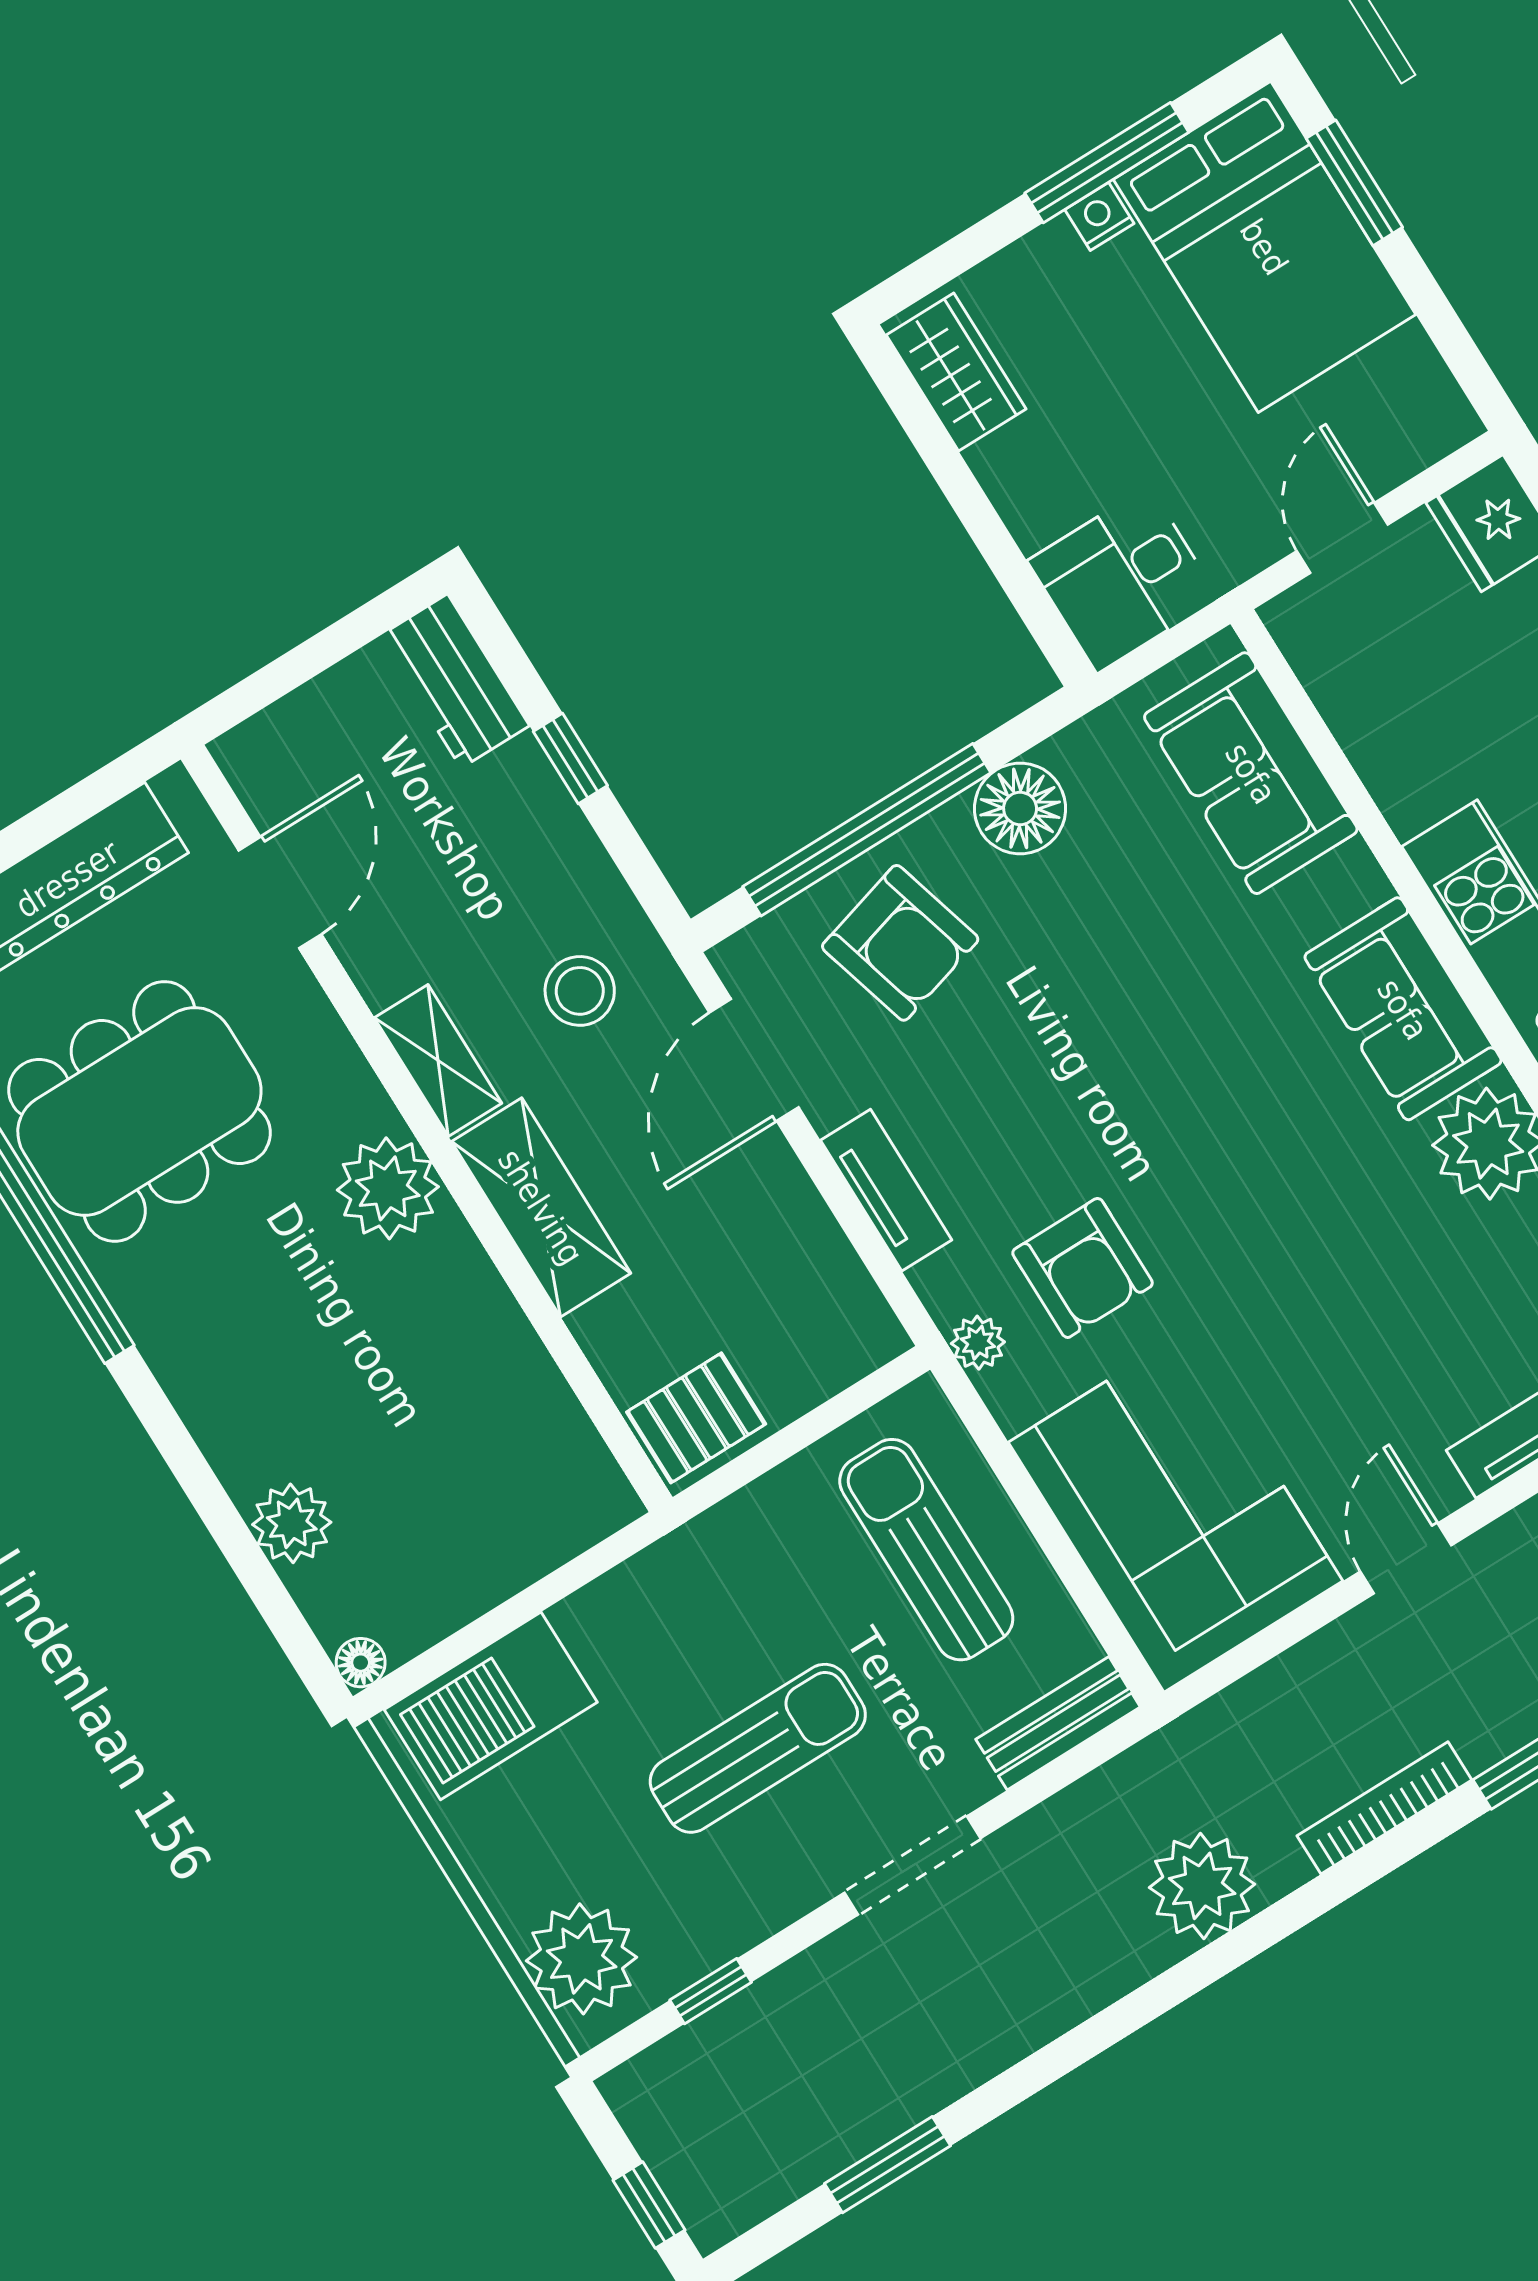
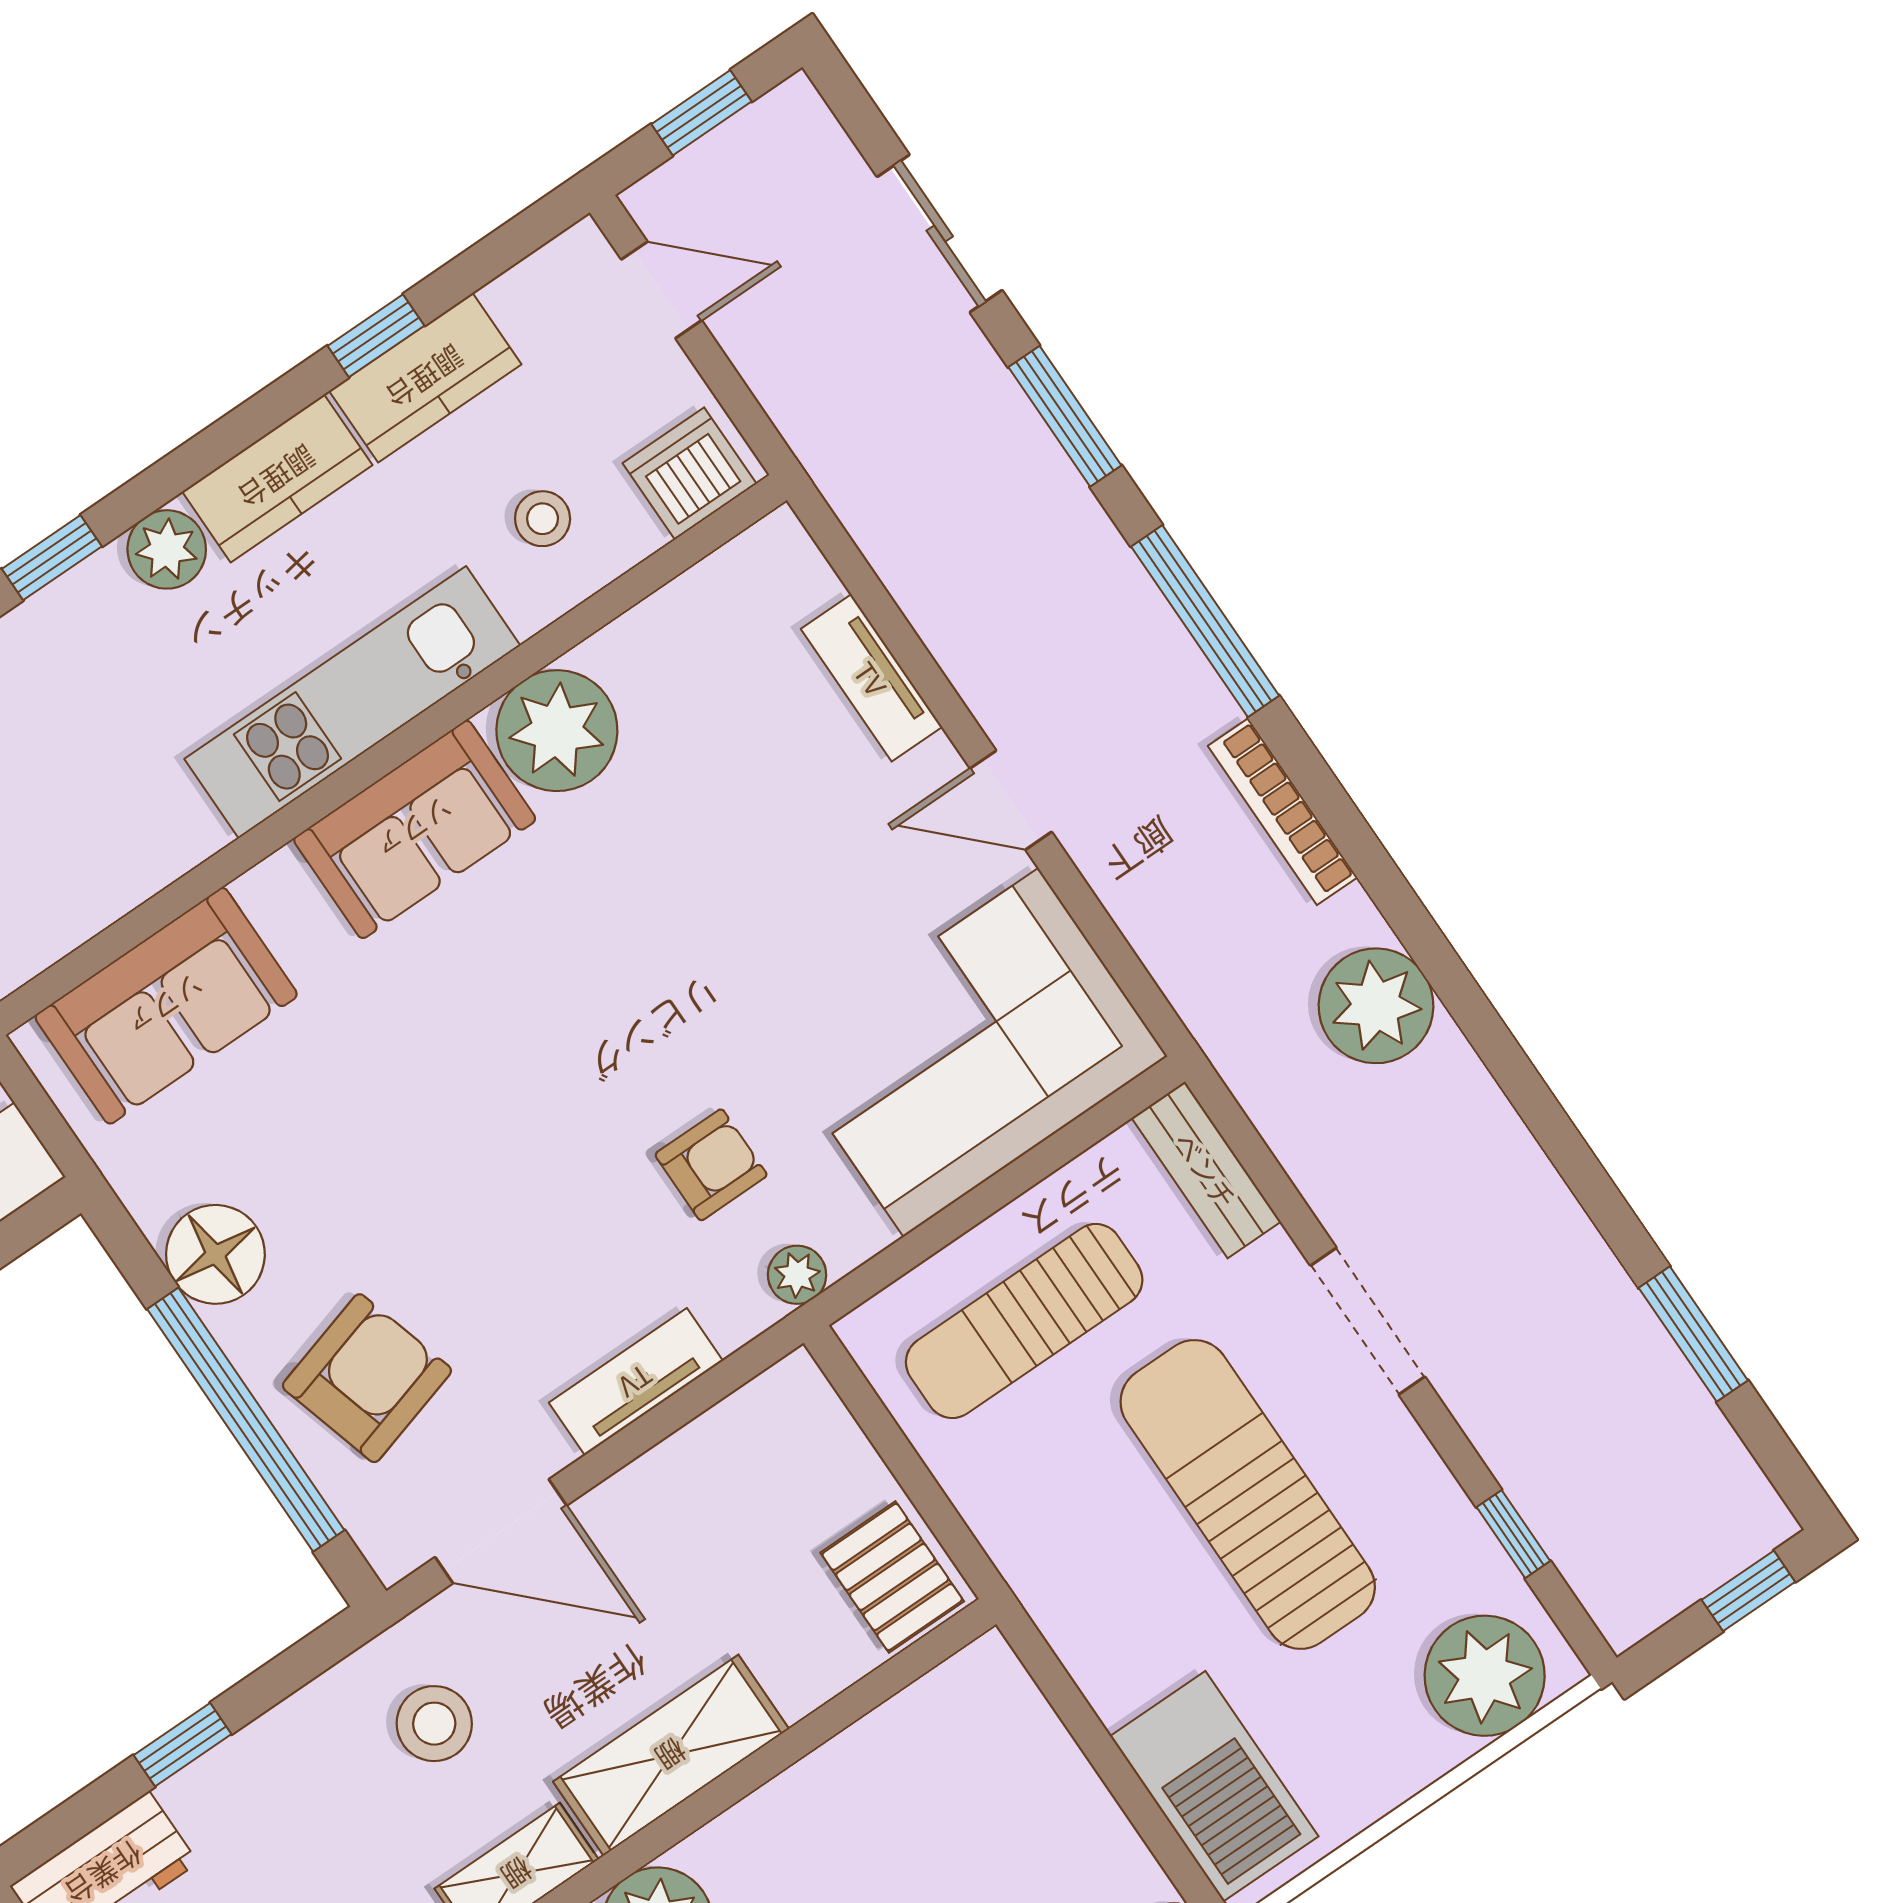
armchair: (1083, 1268) -> (711, 1165), width x0.72, depth x0.72
sun lounger: (758, 1748) -> (1248, 1494), width x1.36, depth x1.34

